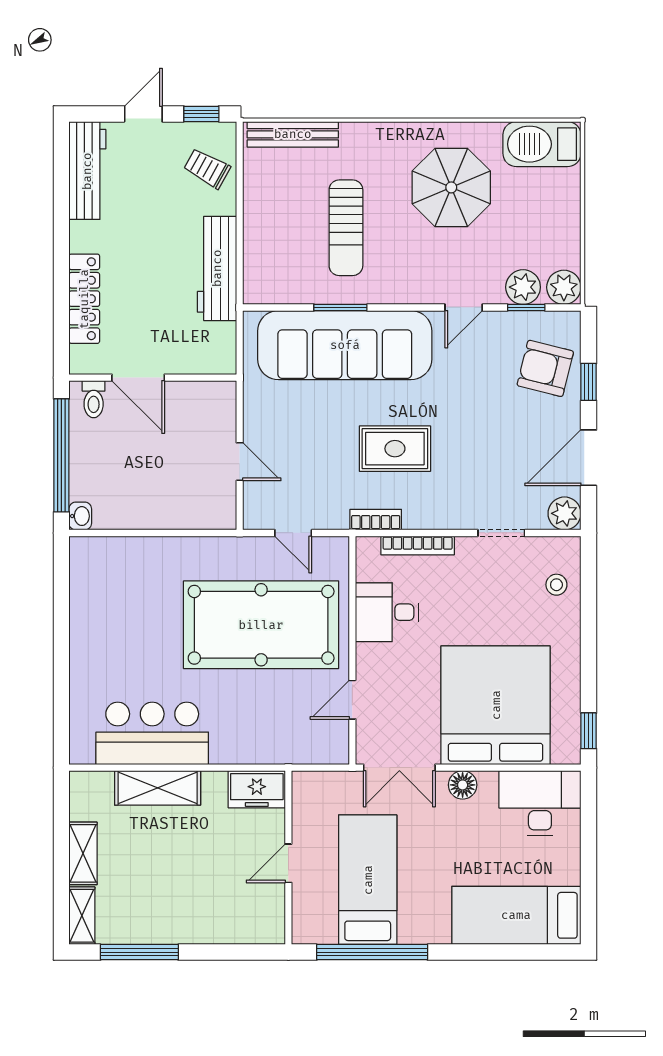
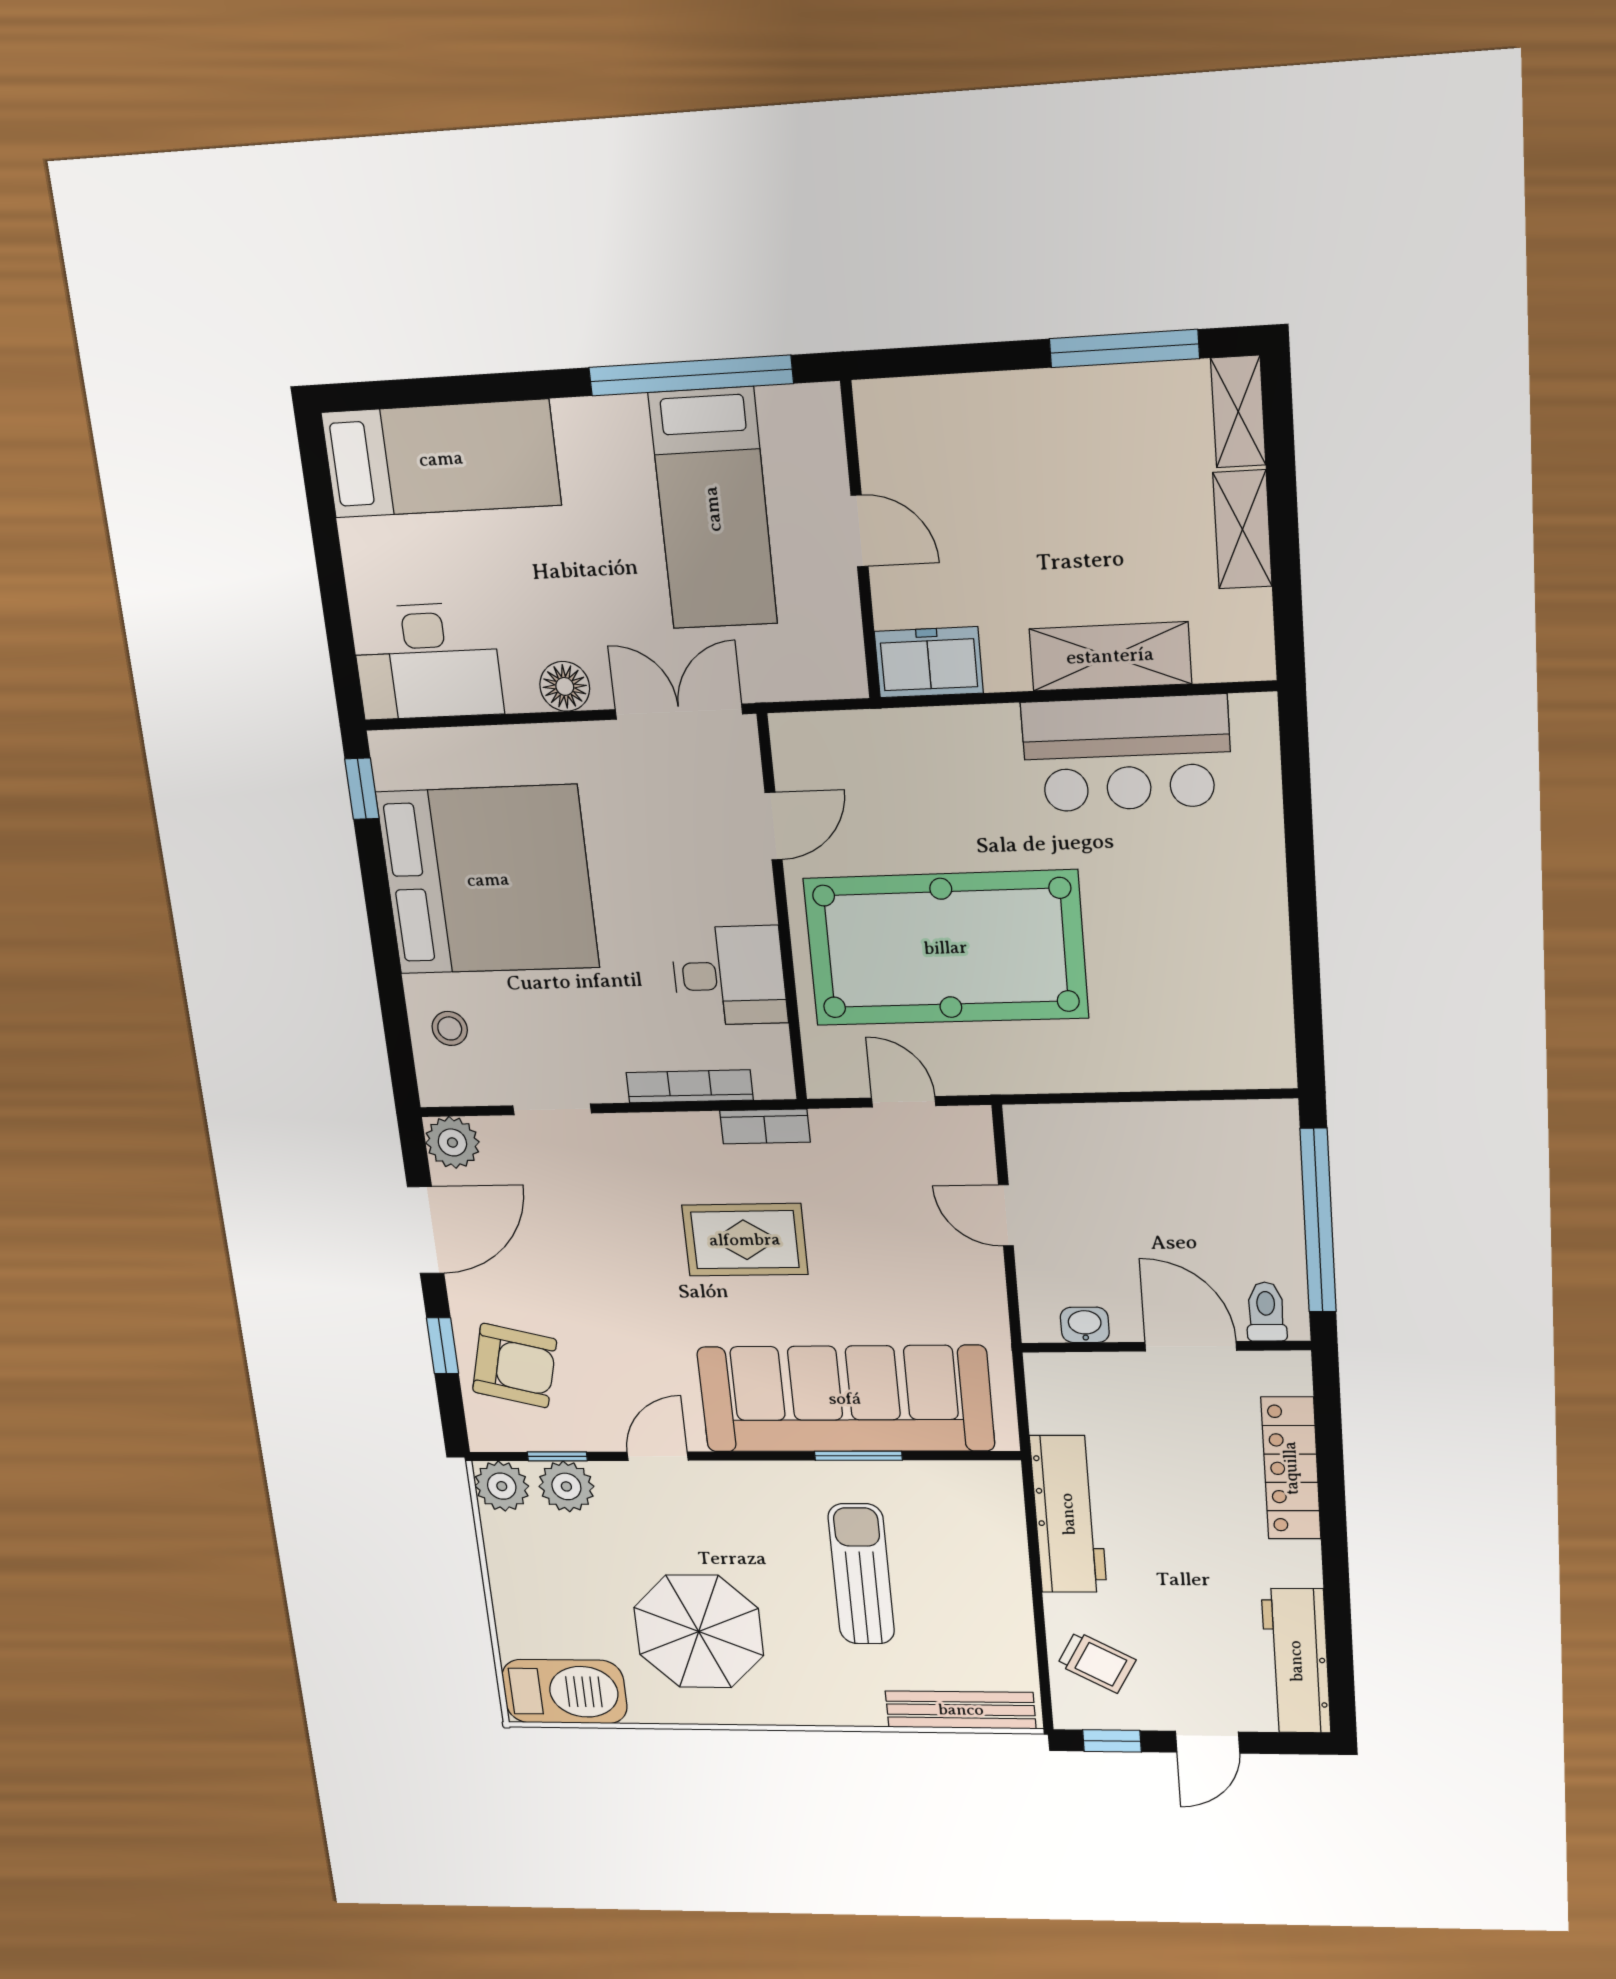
washbasin: (80, 516) -> (1085, 1325), moved, turned 90
bed: (496, 705) -> (488, 880), moved, turned -90
door: (288, 863) -> (859, 531), hinge flipped

